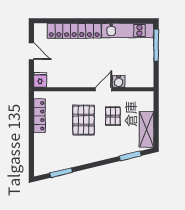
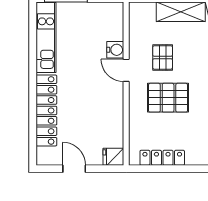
door: (31, 51) -> (74, 169), hinge flipped
pallet: (113, 116) -> (163, 57), turned 90

